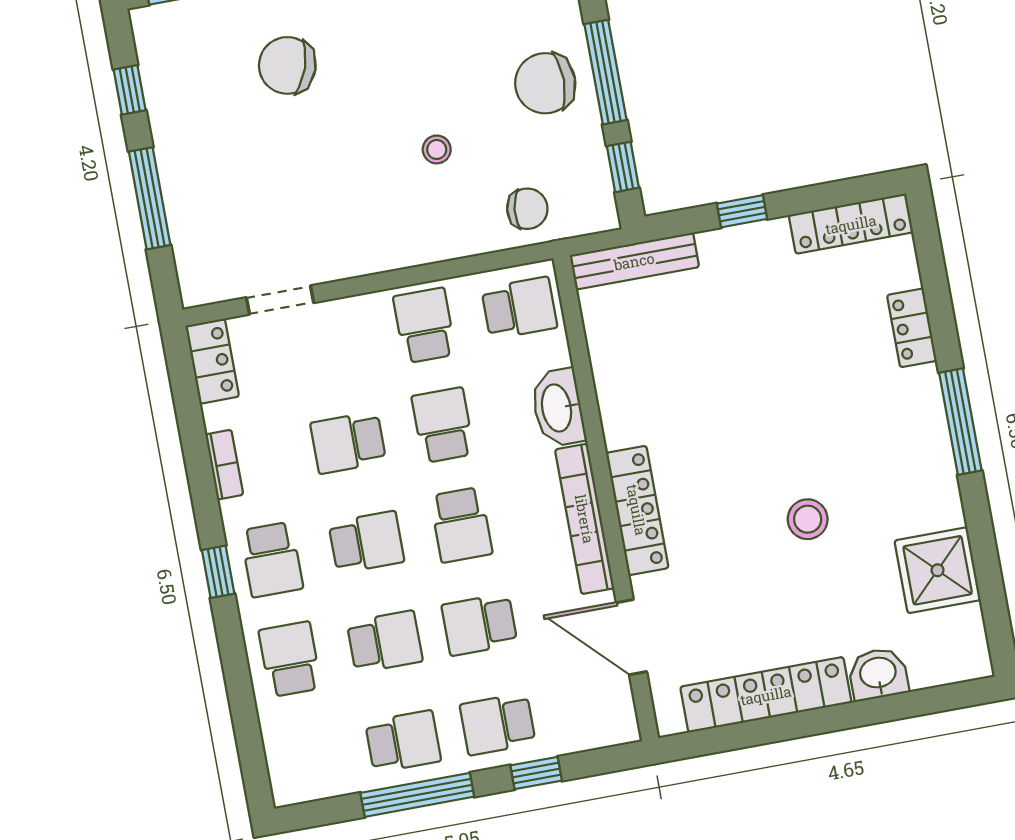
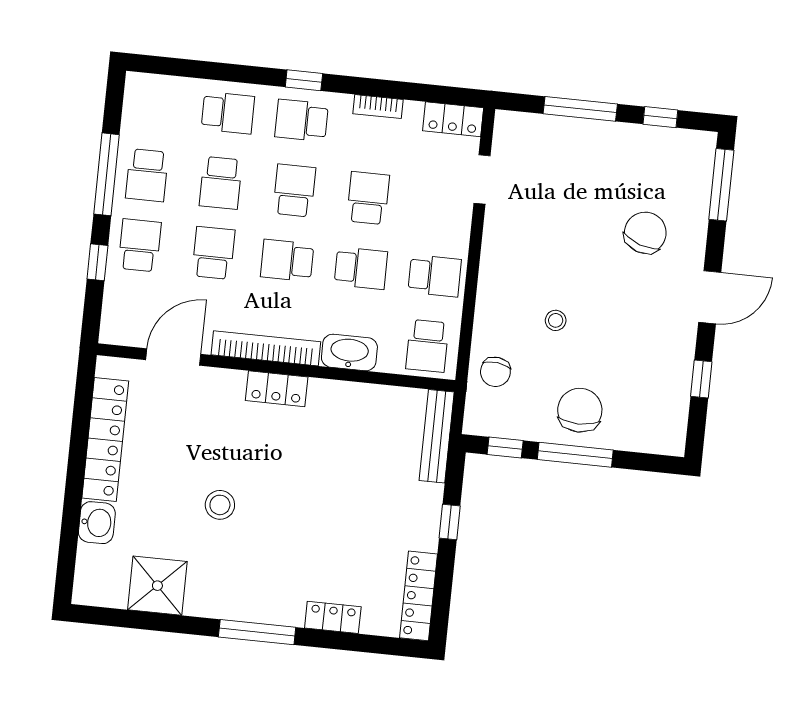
locker: (637, 510) -> (277, 389), width x0.66
school desk: (366, 542) -> (294, 190), turned 180

